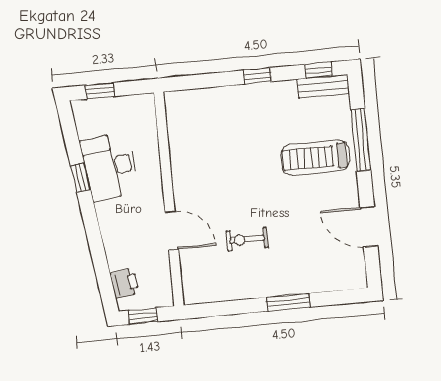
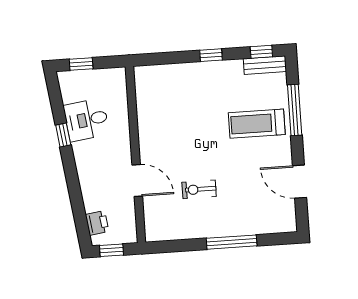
desk: (110, 167) -> (86, 120), width x0.73
window: (288, 302) -> (232, 242), width x1.44

